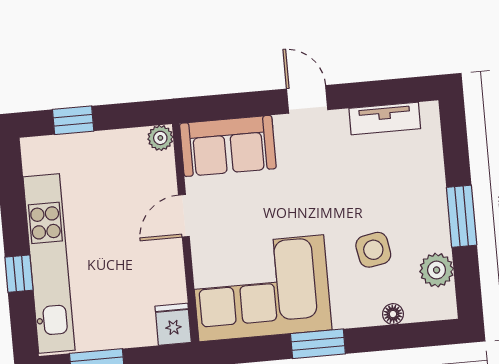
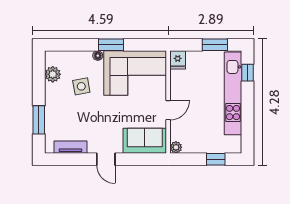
window: (462, 216) -> (39, 120), moved
window: (19, 274) -> (247, 73), moved
floor lamp: (393, 314) -> (98, 56), moved

